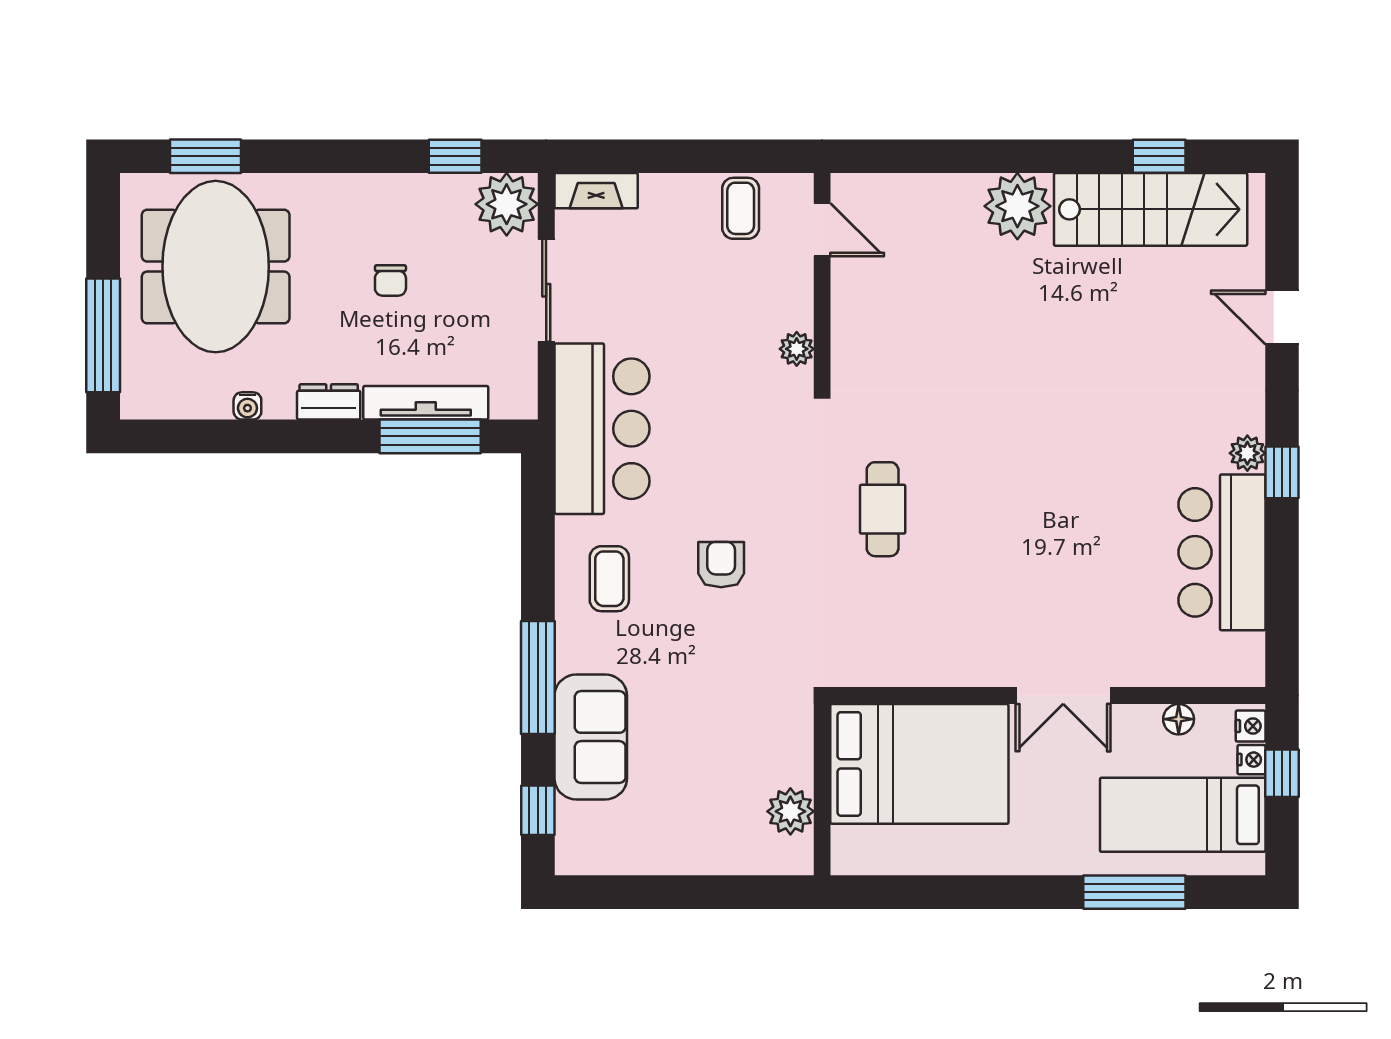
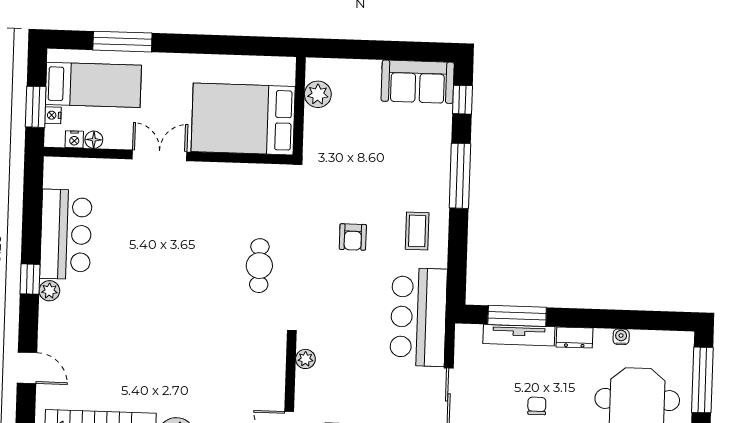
nightstand: (1251, 726) -> (74, 139), moved, turned -90
sofa: (591, 737) -> (418, 82), moved, turned -90
window: (1282, 773) -> (36, 107), width x1.50

